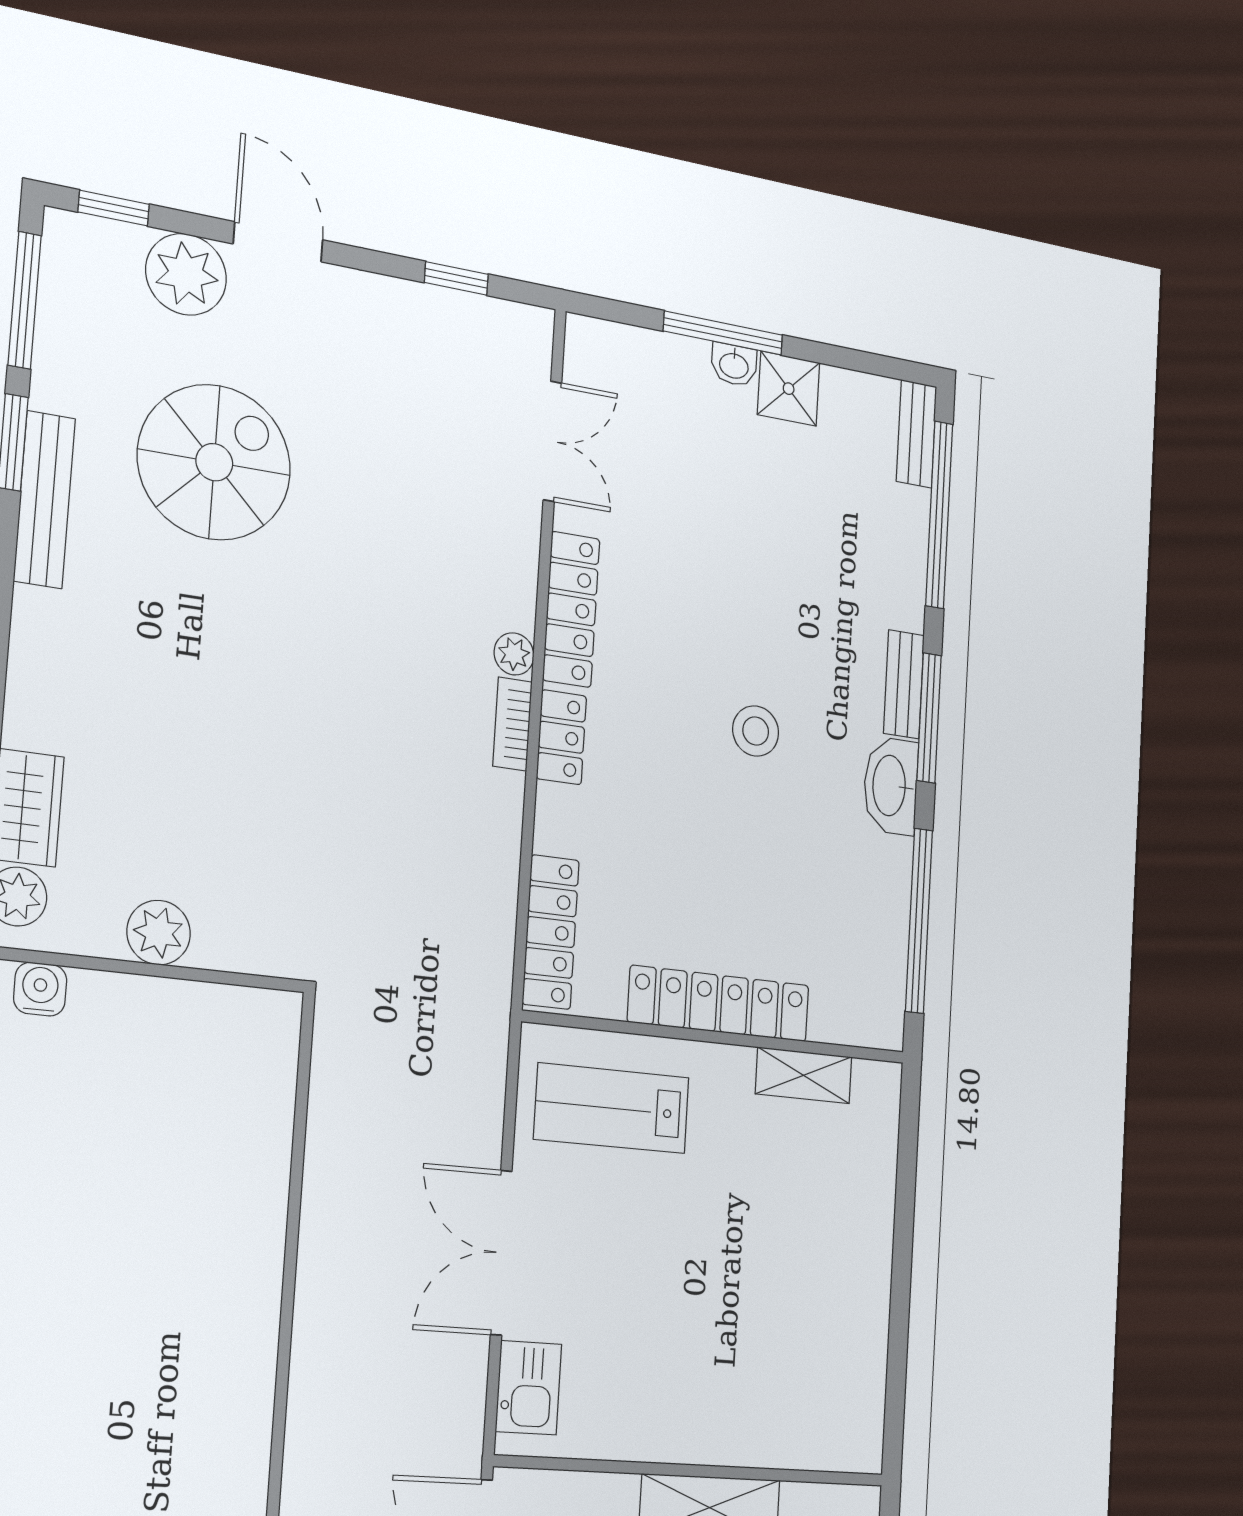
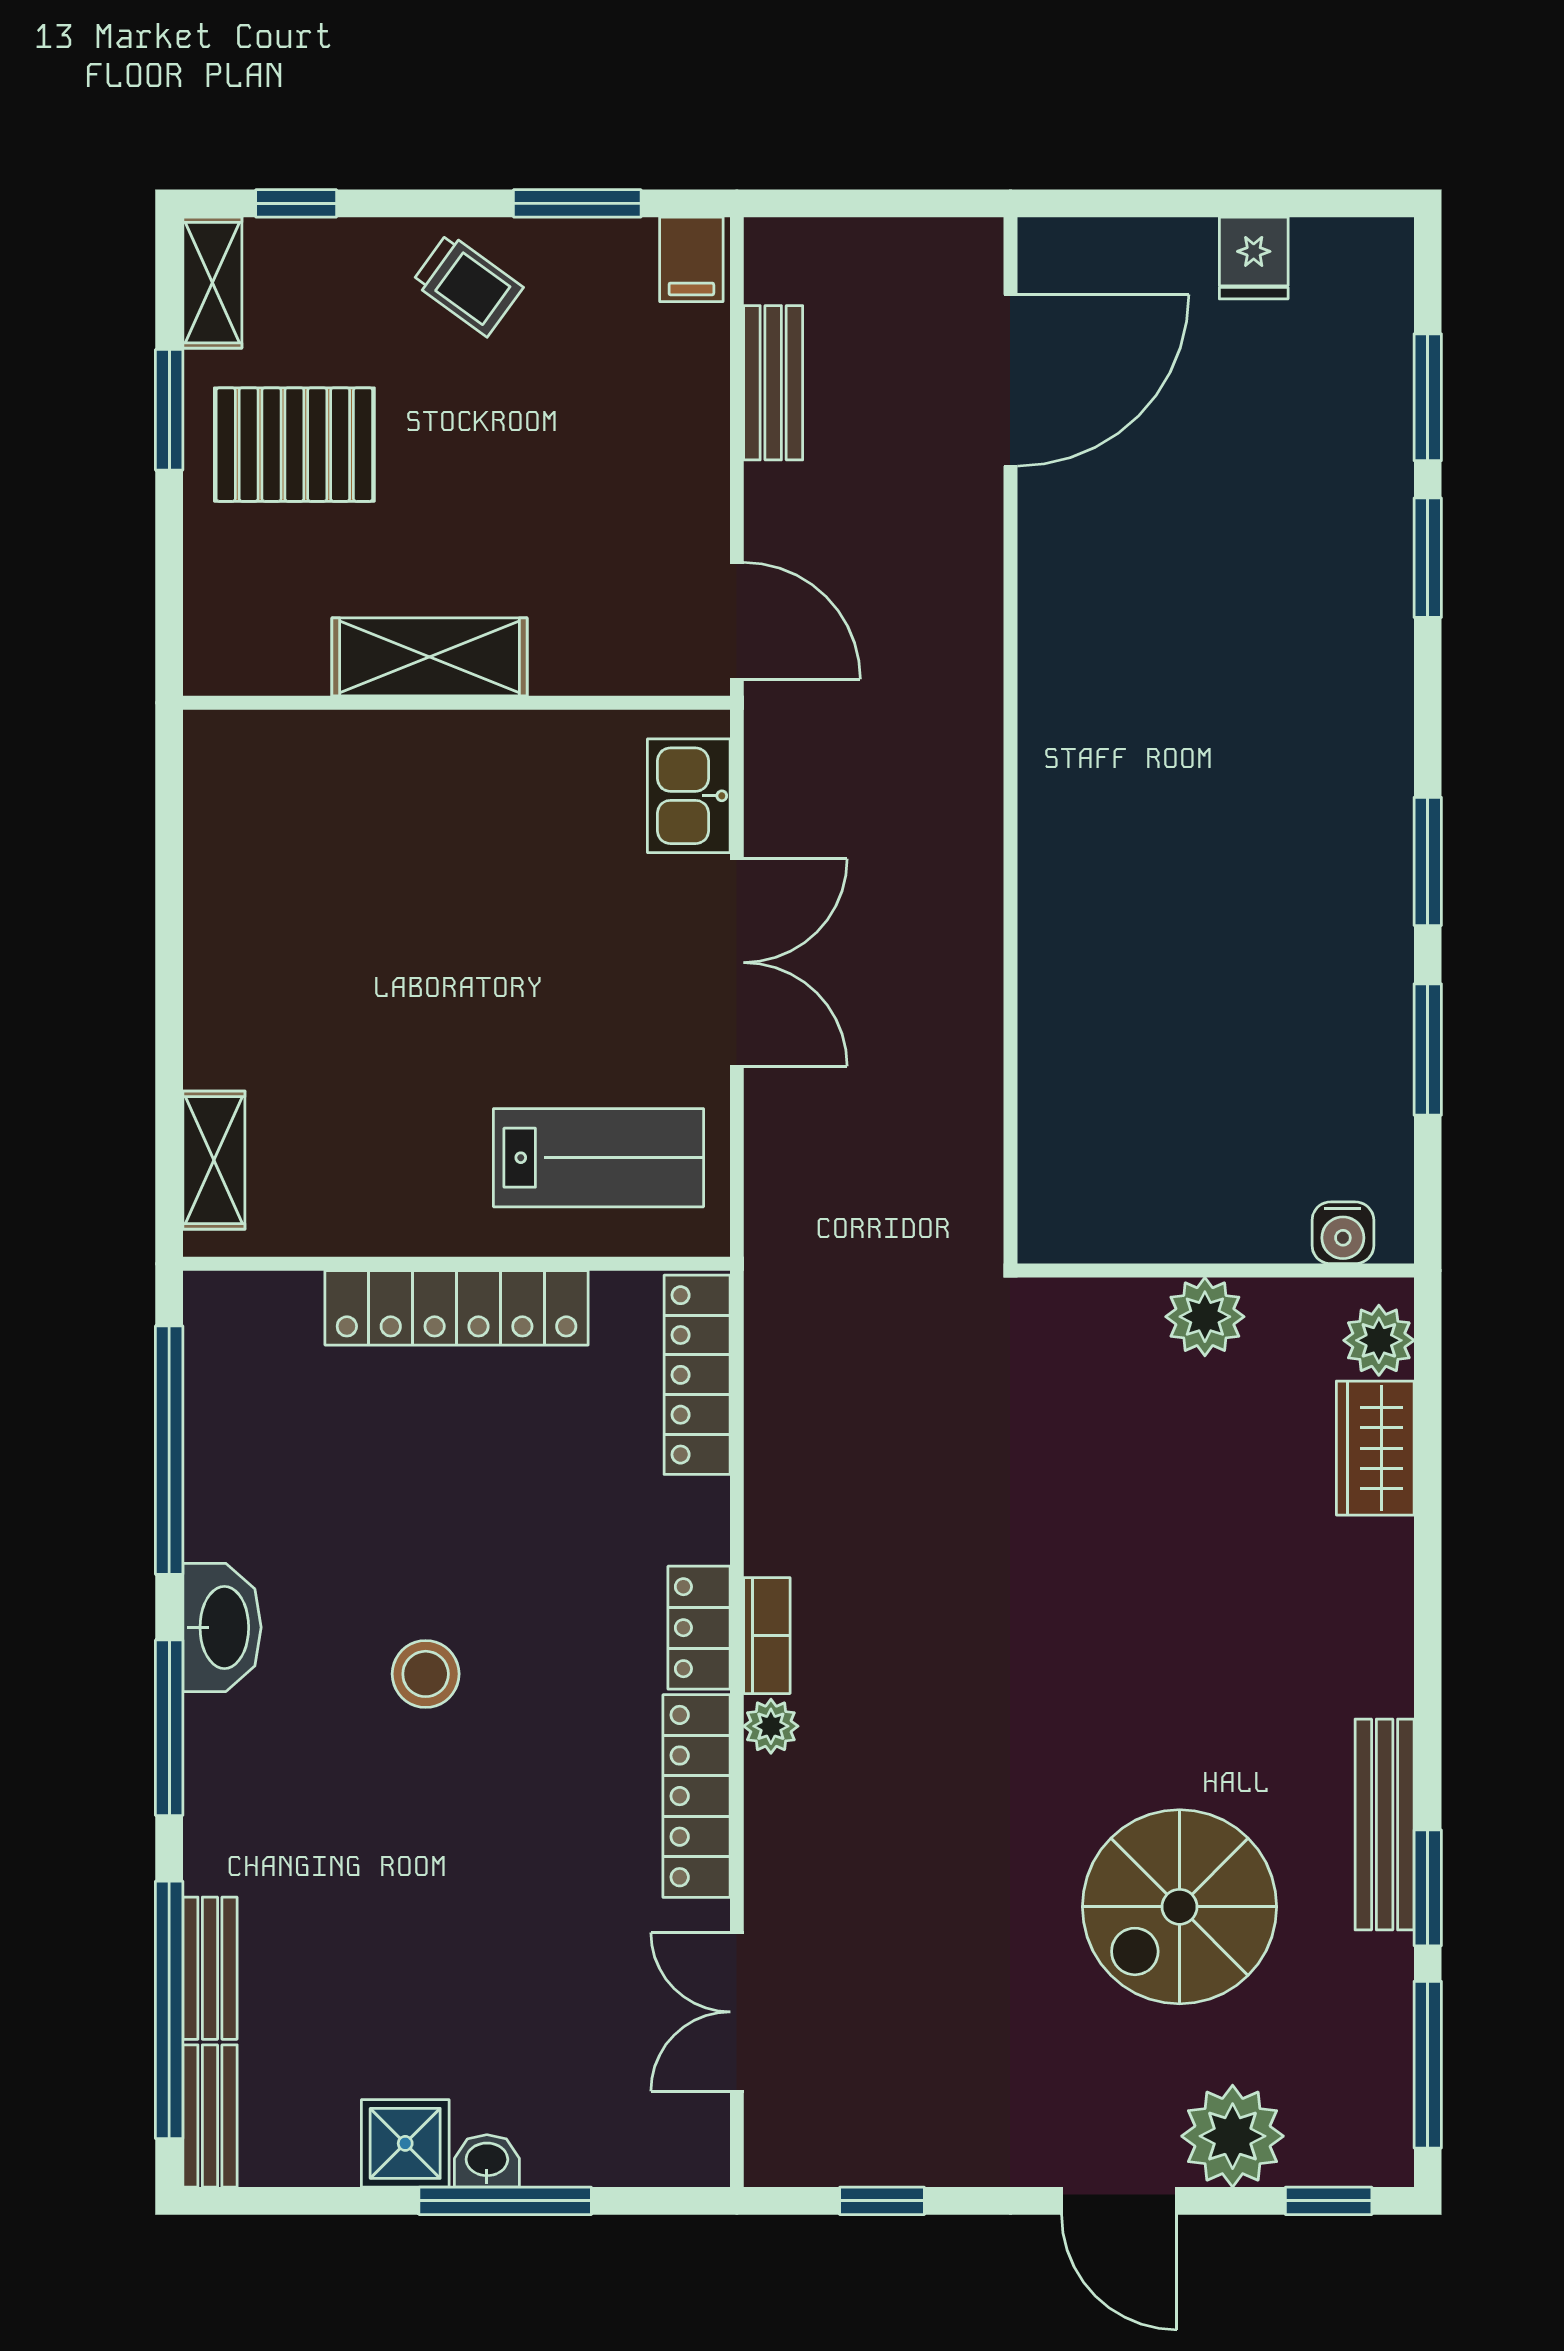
bench: (904, 684) -> (210, 1968), moved
shelving: (804, 1075) -> (214, 1160), moved, turned 90

